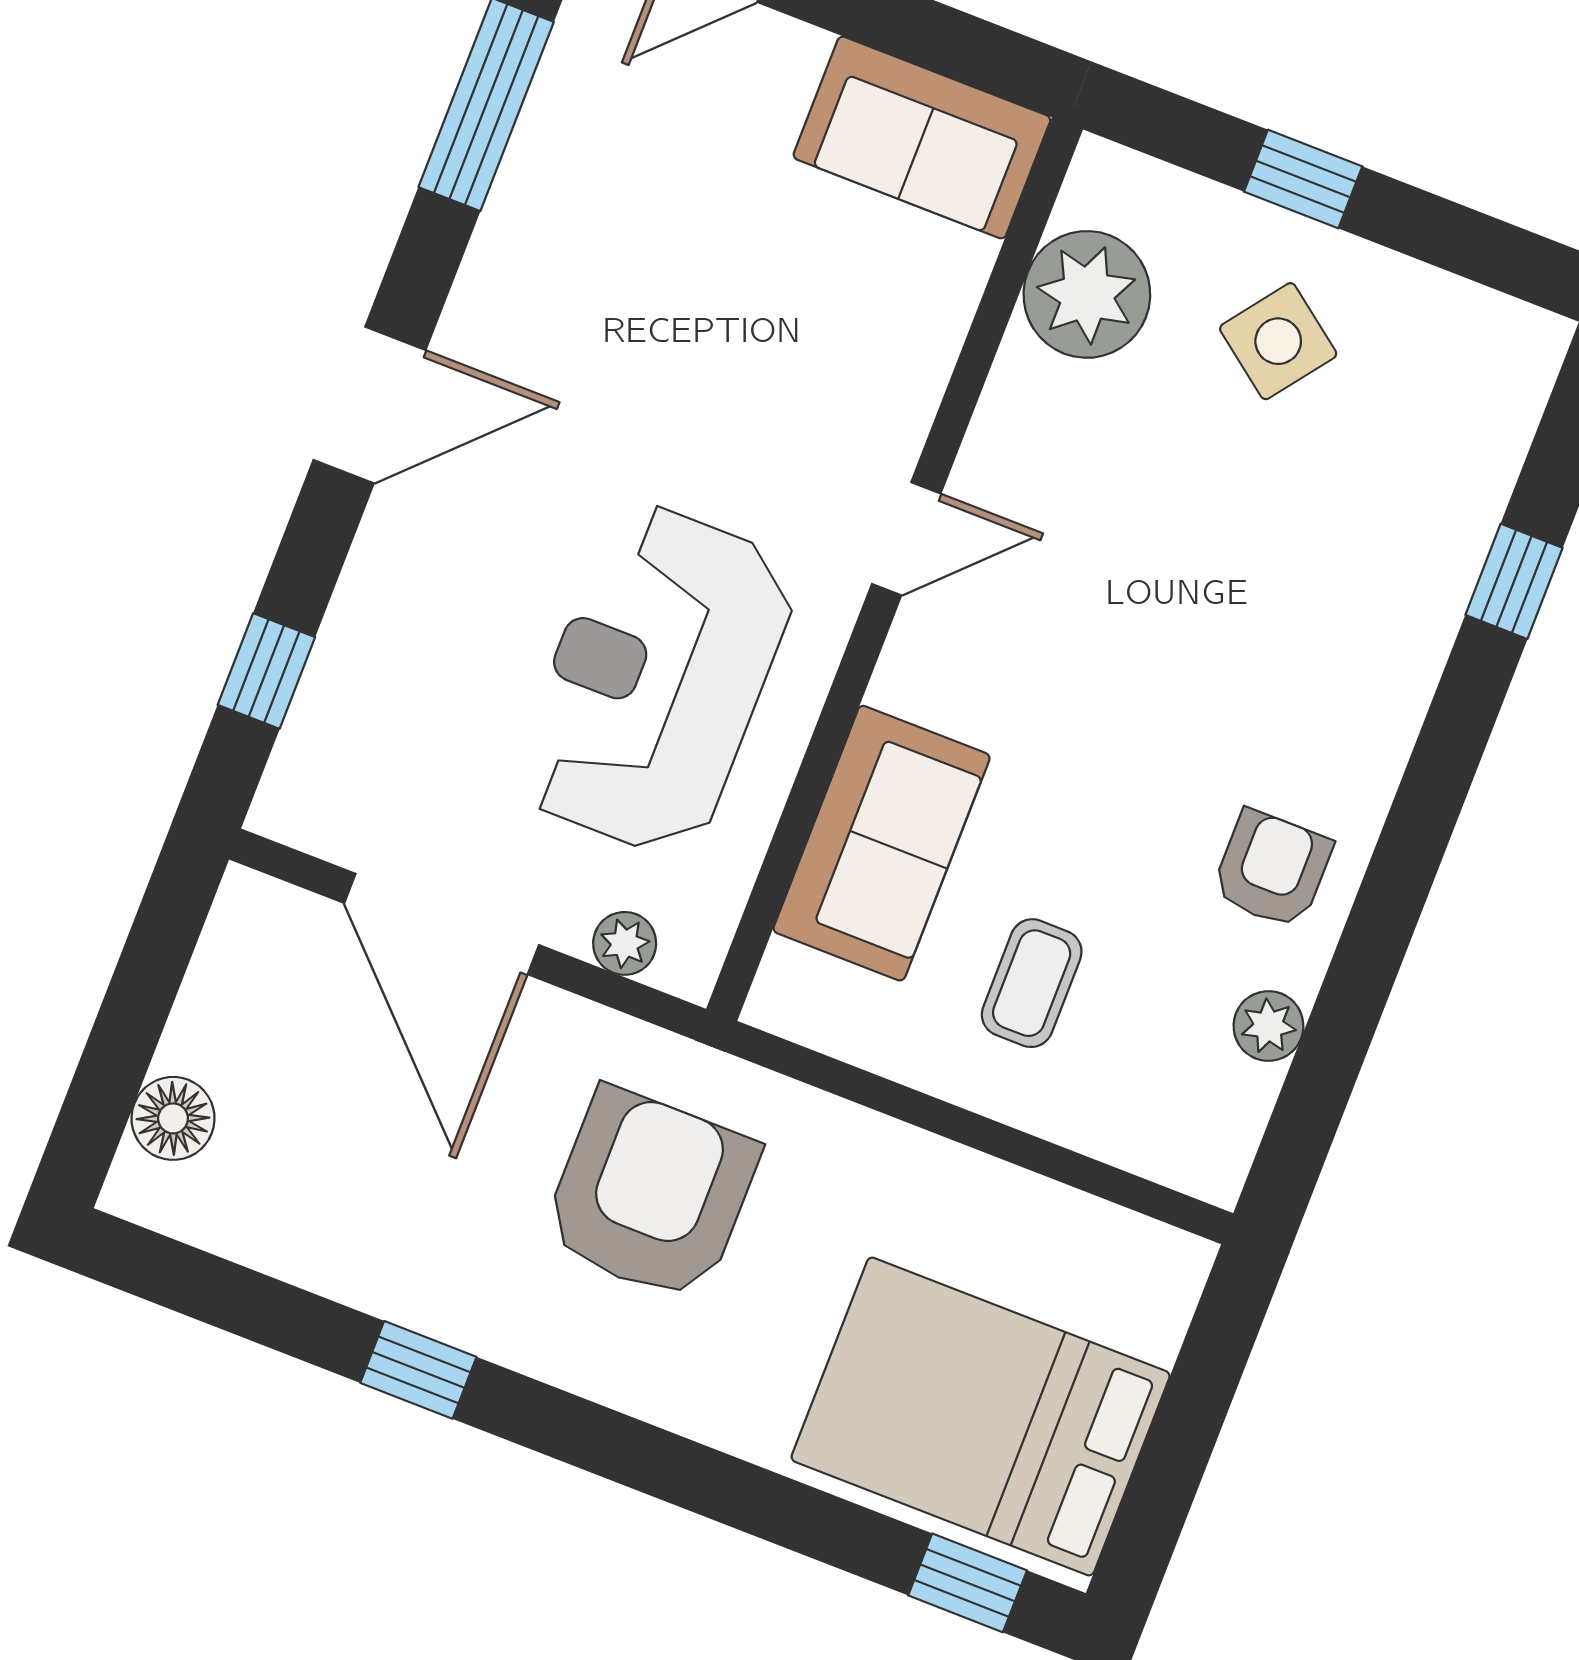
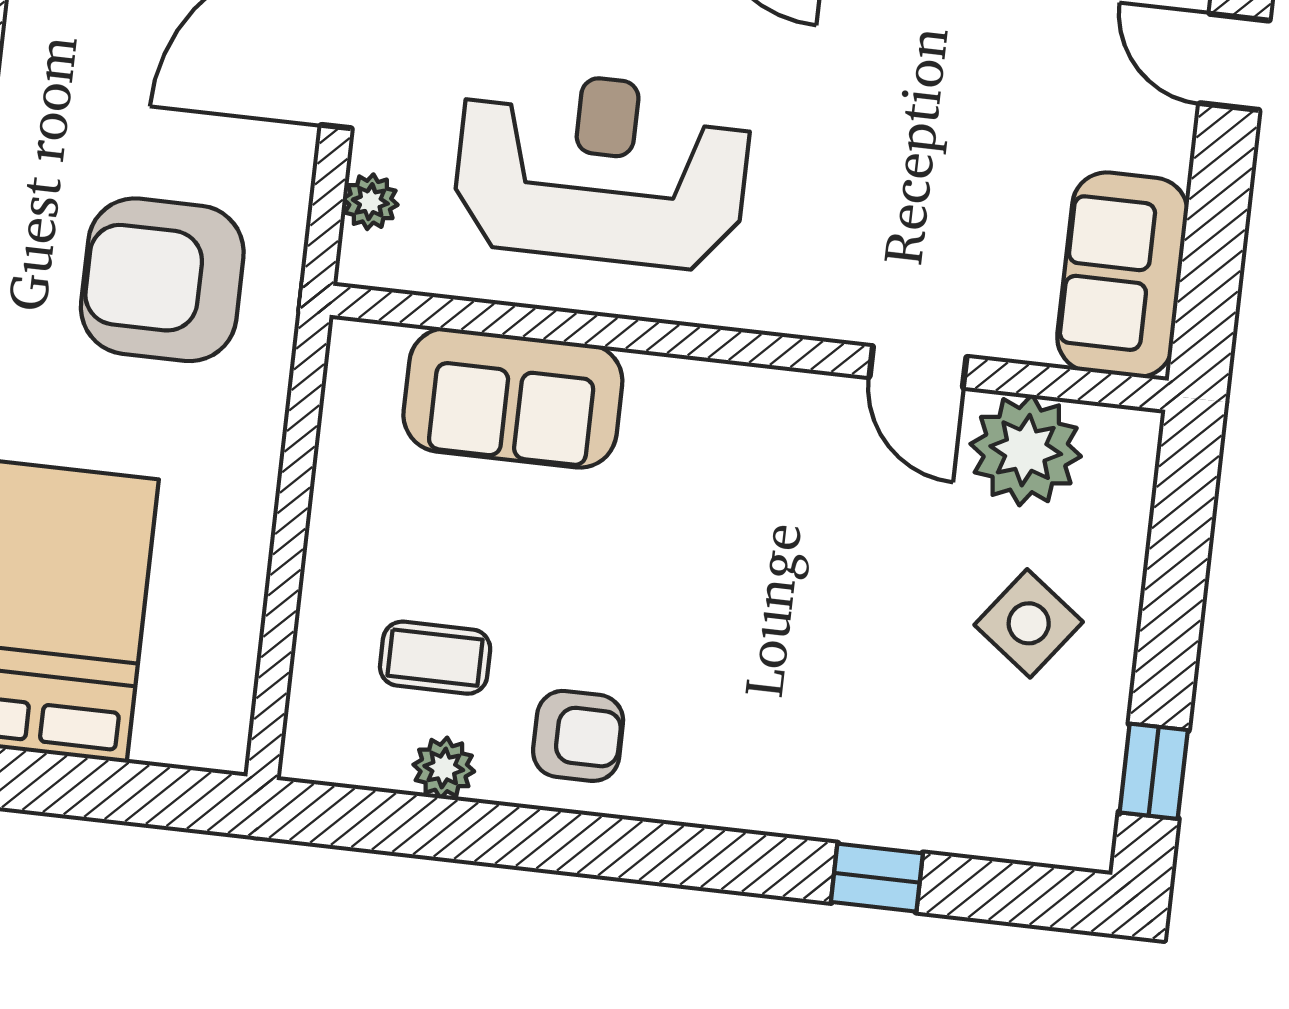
window: (1303, 179) -> (1154, 771), moved
door: (906, 539) -> (918, 367), moved
coffee table: (1032, 983) -> (435, 658), moved
armchair: (650, 1195) -> (162, 280), turned 180

